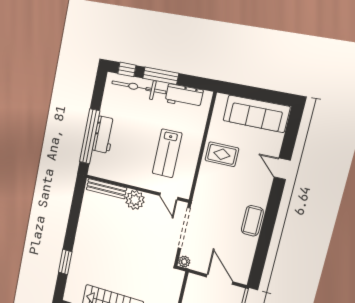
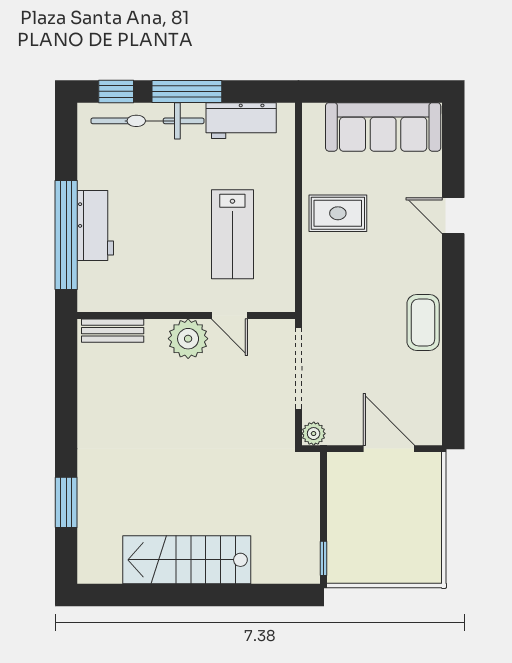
bench: (106, 189) -> (113, 331), width x0.73
door: (169, 196) -> (230, 316), moved

